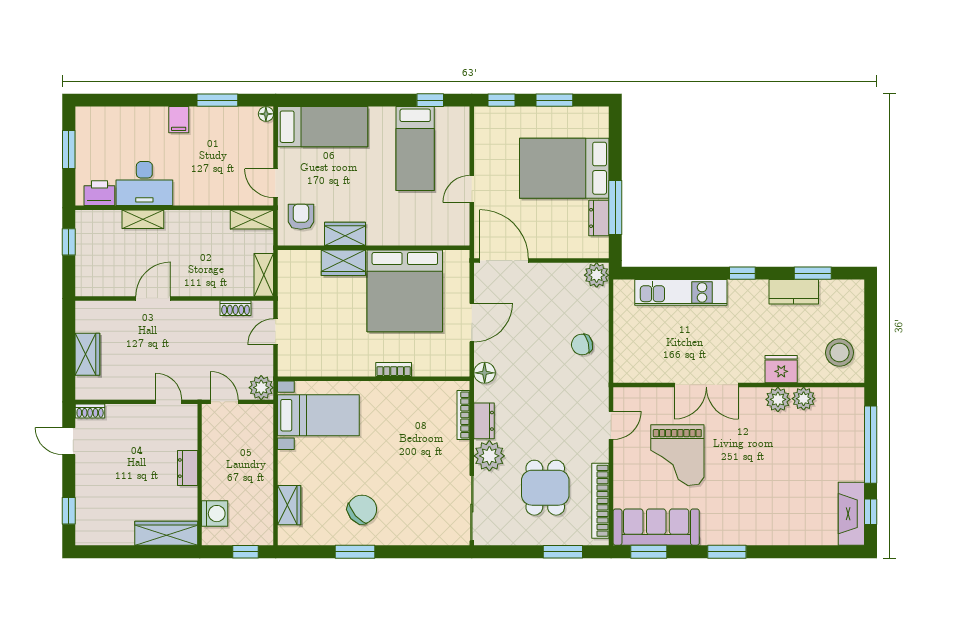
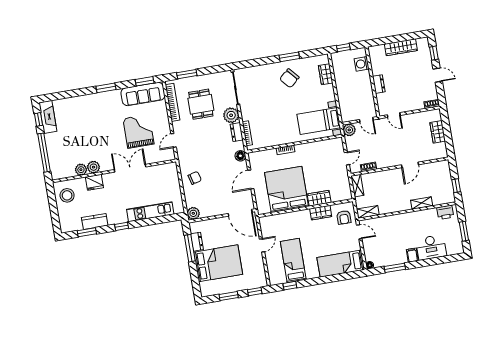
desk: (144, 184) -> (431, 247), moved, turned 180
door: (69, 441) -> (438, 75), moved
wardrobe: (166, 533) -> (401, 47), moved

